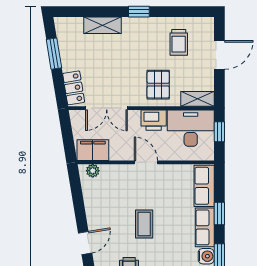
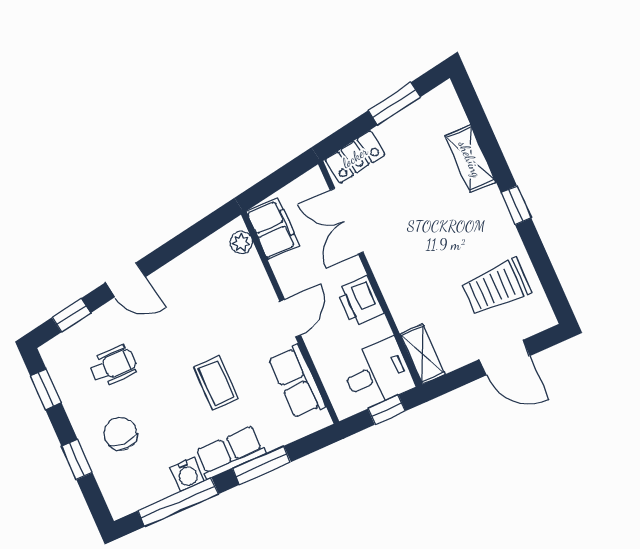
trolley: (179, 42) -> (496, 287), width x1.36, depth x1.39
pallet: (158, 85) -> (417, 284), removed
desk: (191, 128) -> (377, 373), width x0.73
row of seats: (204, 186) -> (297, 382), moved, turned -90
window: (219, 213) -> (262, 465), width x1.50
coffee table: (144, 224) -> (216, 383), moved, turned 90

